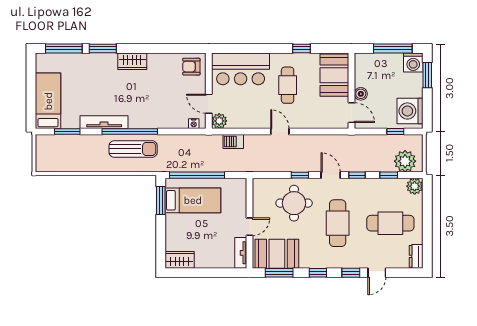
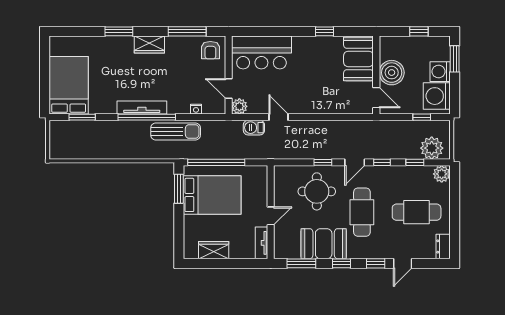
window: (64, 48) -> (187, 31), moved
window: (393, 48) -> (419, 31), width x0.46
washing machine: (413, 62) -> (440, 72), moved, turned 90
armchair: (191, 67) -> (210, 50), turned -90
cafe table: (288, 85) -> (310, 69), removed
boiler: (361, 94) -> (392, 73), width x1.86, depth x1.86
bed: (48, 101) -> (69, 85), width x1.50
tv unit: (104, 122) -> (142, 107), moved
nightstand: (194, 124) -> (196, 109), moved
door: (280, 131) -> (278, 117), moved
sun lounger: (133, 149) -> (176, 131), moved
door: (331, 175) -> (355, 162), swing flipped
bed: (193, 200) -> (212, 195), width x1.50
booth: (277, 254) -> (324, 244), moved
wardrobe: (180, 260) -> (214, 250), moved

